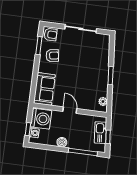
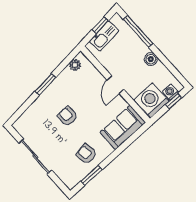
armchair: (51, 35) -> (67, 116), moved

